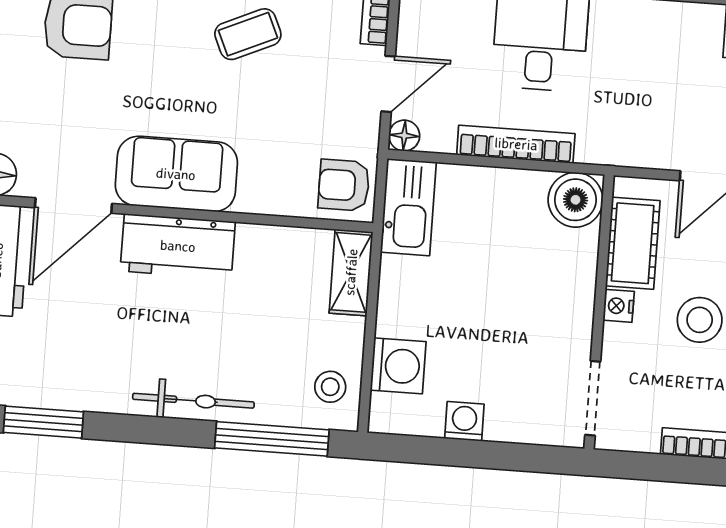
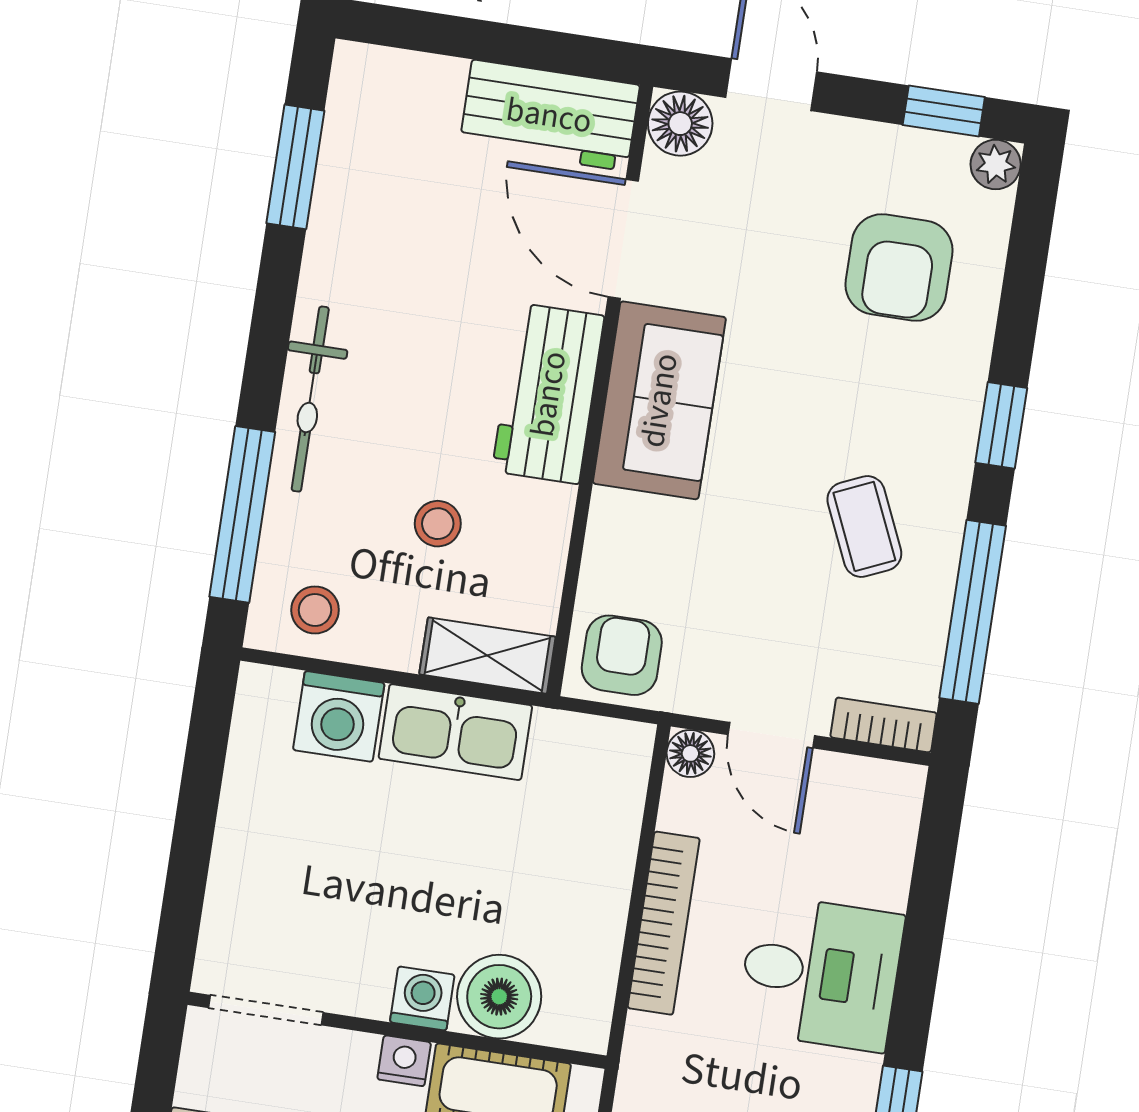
boiler: (575, 200) -> (499, 997), moved
kitchen sink: (408, 207) -> (455, 732), moved
stool: (268, 311) -> (438, 524), added
washing machine: (464, 421) -> (422, 998), moved, turned -90

